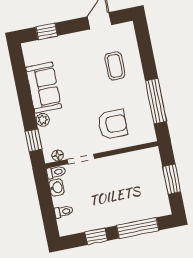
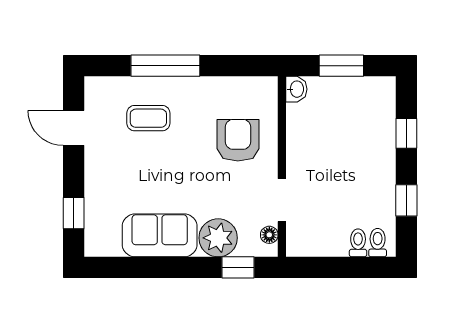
window: (156, 101) -> (165, 66), moved
plant: (43, 120) -> (218, 238), width x1.88, depth x1.88
toilet: (56, 172) -> (378, 243), moved
washbasin: (57, 188) -> (296, 89), moved, turned 90
window: (138, 228) -> (406, 133), width x0.46

